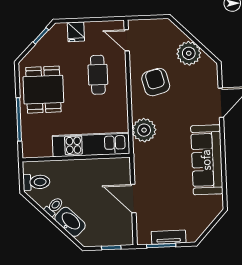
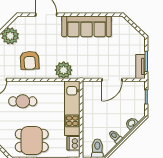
armchair: (156, 82) -> (30, 60), turned -79
dishwasher: (42, 148) -> (74, 143), added
washbasin: (70, 222) -> (132, 123), width x0.52, depth x0.69
tv unit: (169, 237) -> (140, 66), moved

